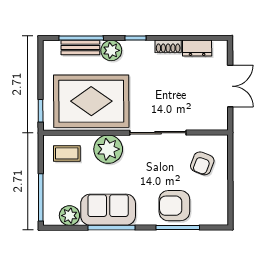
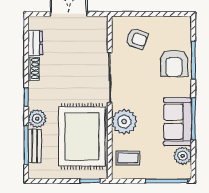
coffee table: (67, 153) -> (128, 158), turned 90

